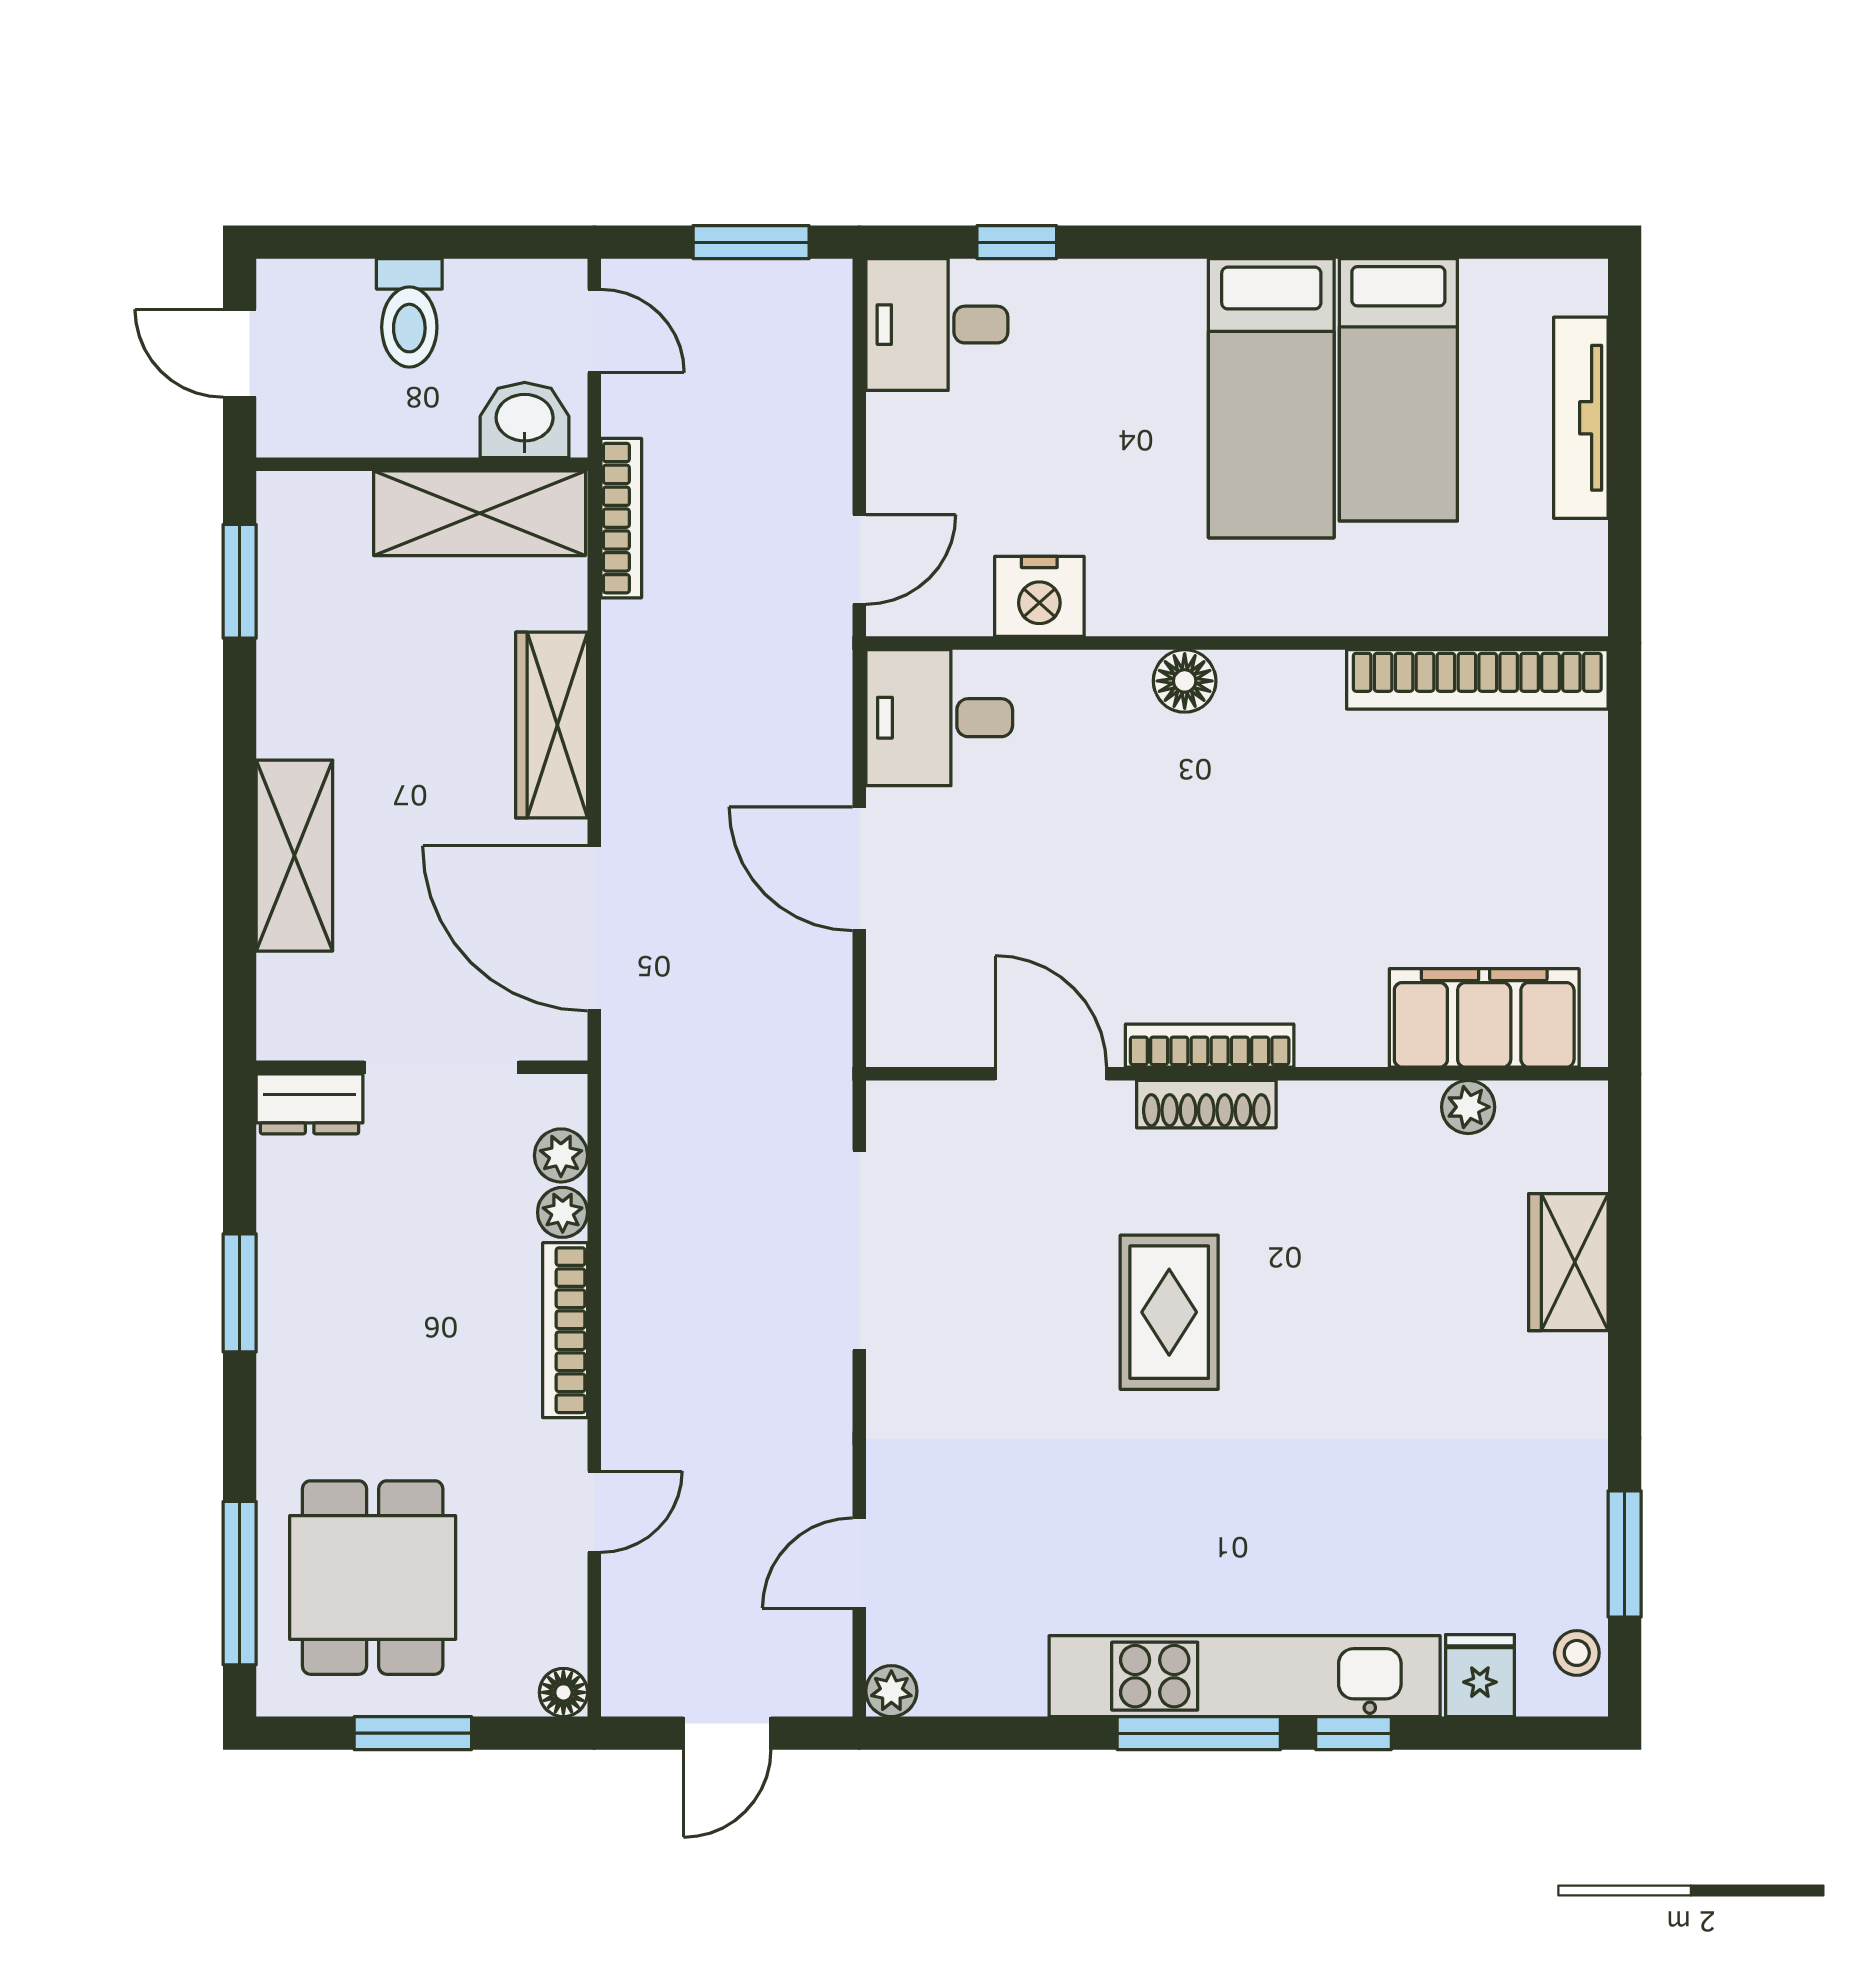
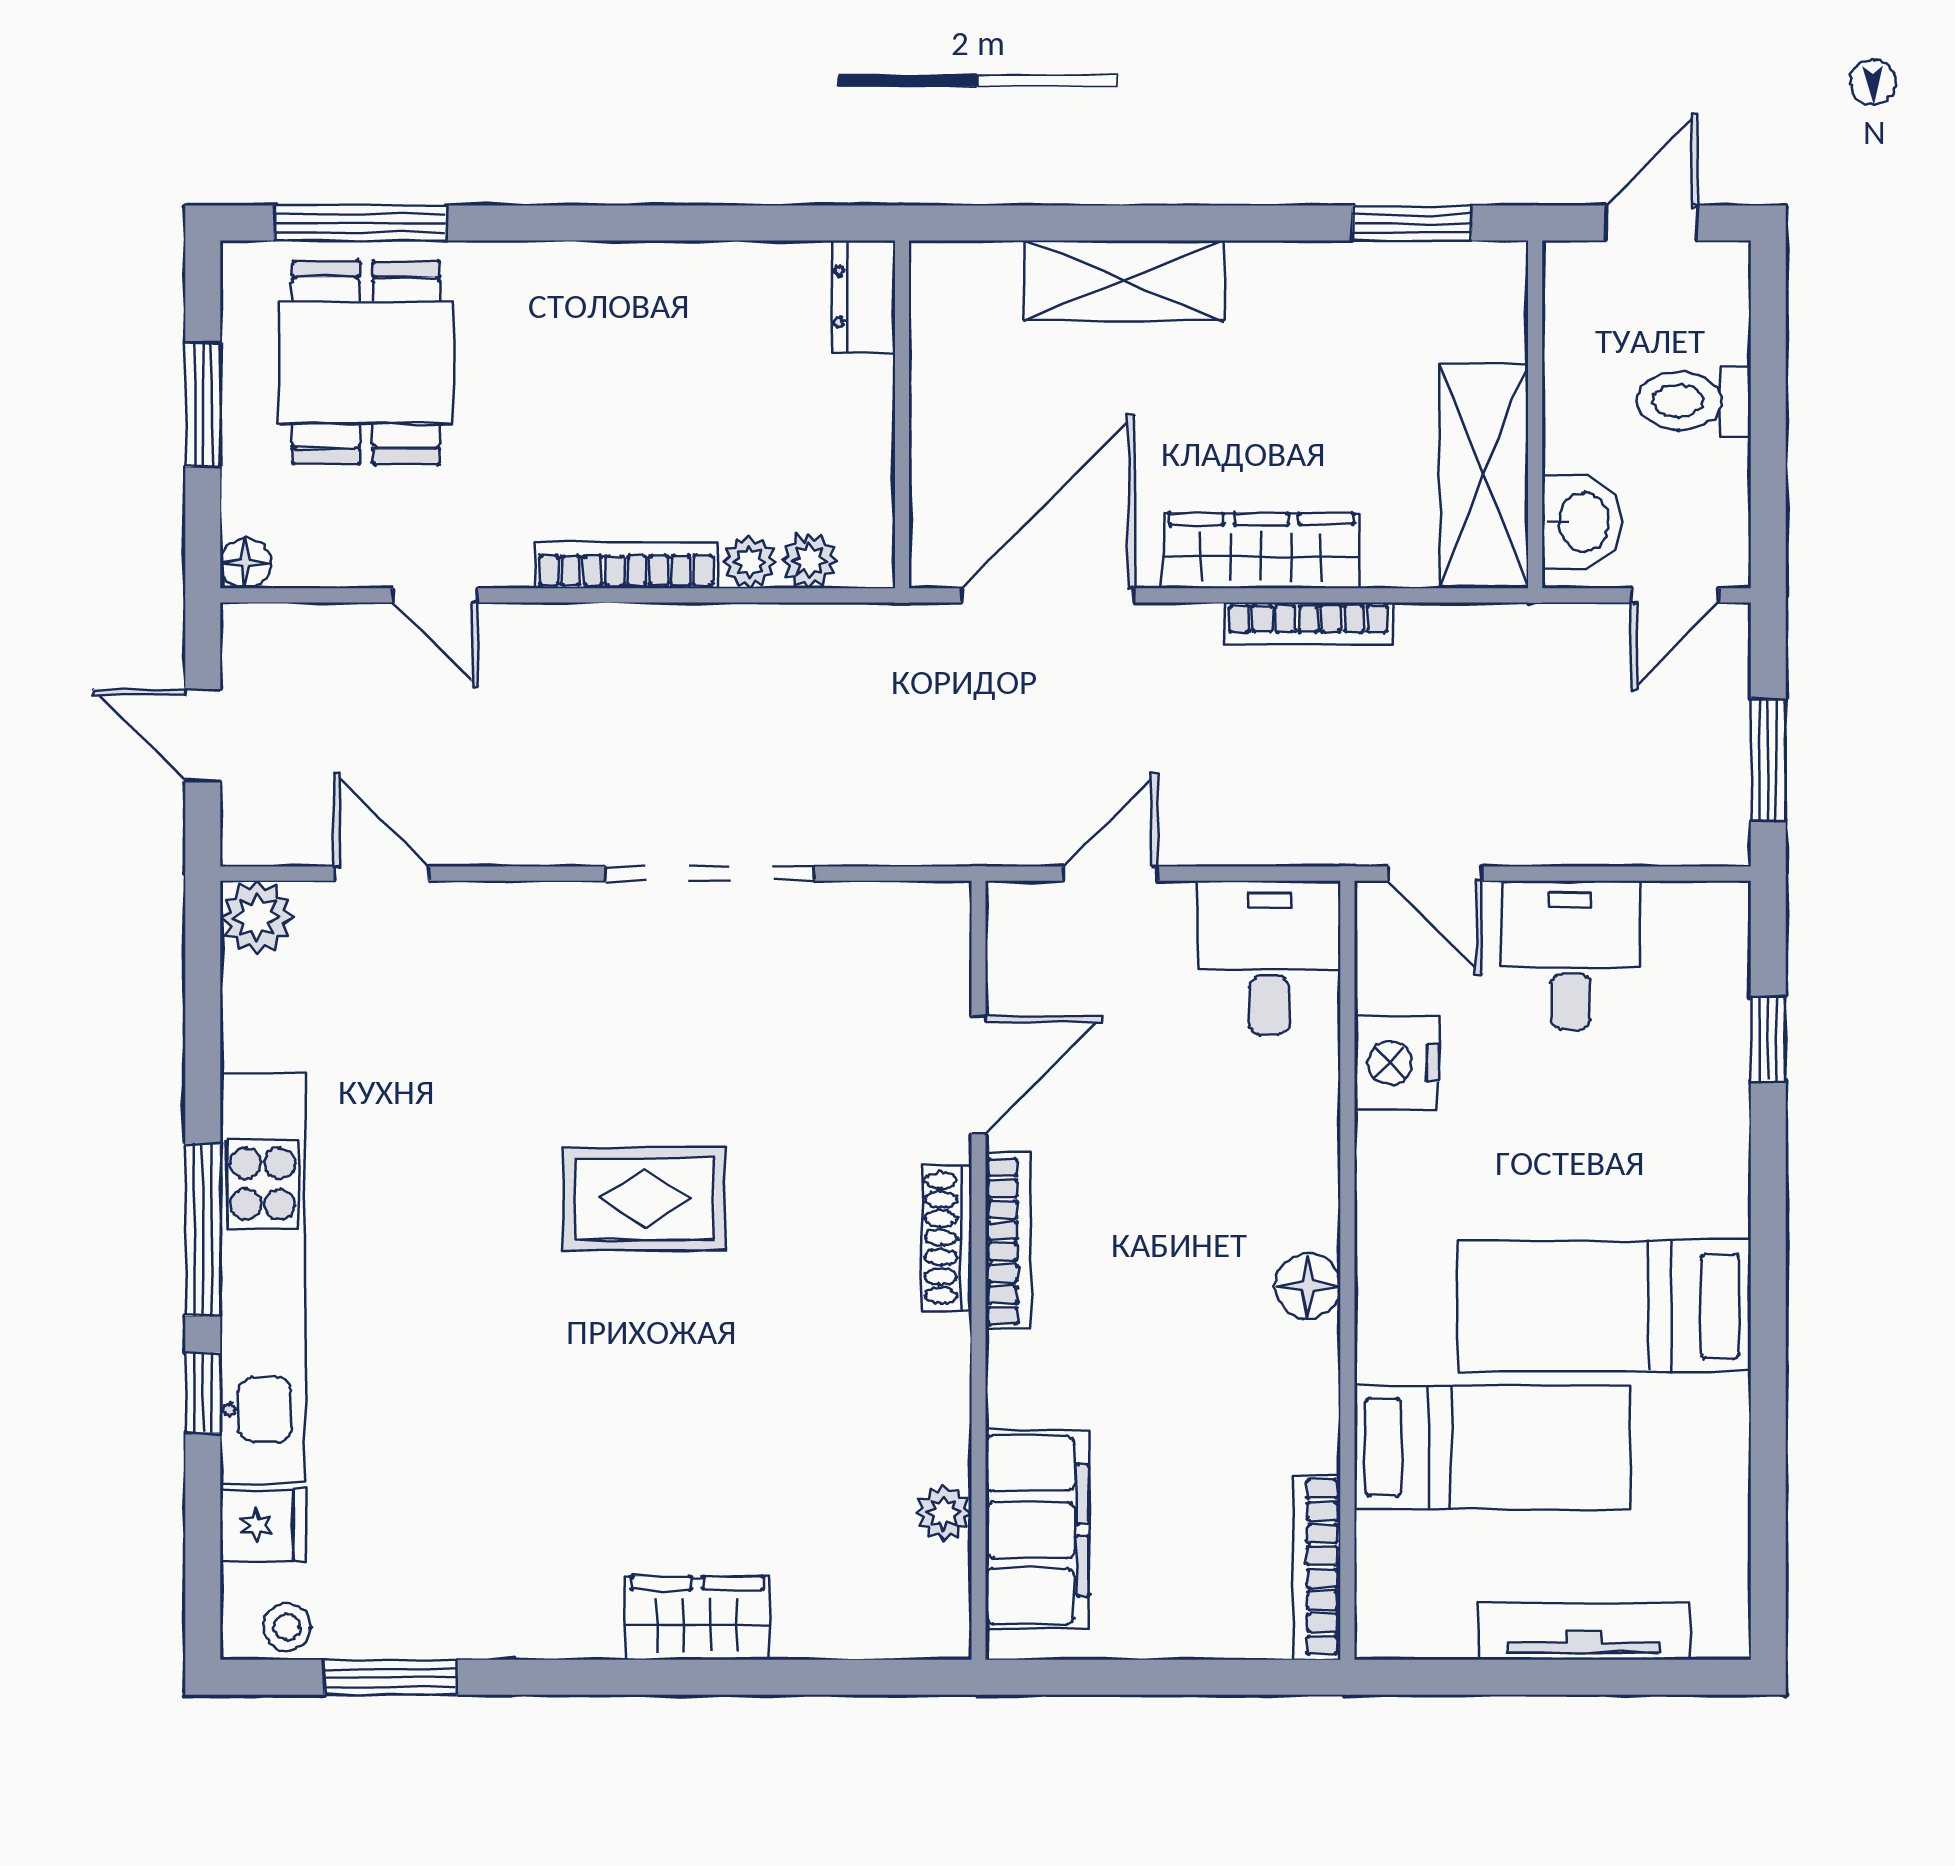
desk: (937, 325) -> (1571, 955), moved
bed: (1398, 390) -> (1492, 1447), moved, turned 180
bookcase: (621, 518) -> (1308, 624), moved
bookcase: (1477, 679) -> (1317, 1567), width x0.68, depth x0.76
floor lamp: (1185, 681) -> (1308, 1286), moved
door: (859, 869) -> (1110, 874), width x0.73
filing cabinet: (1484, 1018) -> (1037, 1530), moved
bookcase: (1210, 1046) -> (1008, 1241), moved
doorway: (441, 1067) -> (902, 435), removed
door: (1051, 1074) -> (979, 1075), moved
wall: (1237, 1074) -> (979, 1270), moved
shoe rack: (1206, 1104) -> (947, 1238), moved
plant: (1468, 1107) -> (944, 1513), moved
window: (240, 1293) -> (665, 223), removed
dining table: (373, 1578) -> (366, 363), turned 90
plant: (891, 1691) -> (257, 917), width x1.38, depth x1.38

